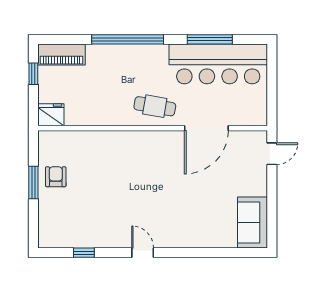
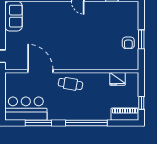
bar counter: (218, 64) -> (26, 109), width x0.73
fridge: (51, 115) -> (118, 79), moved
door: (206, 128) -> (40, 71), hinge flipped

